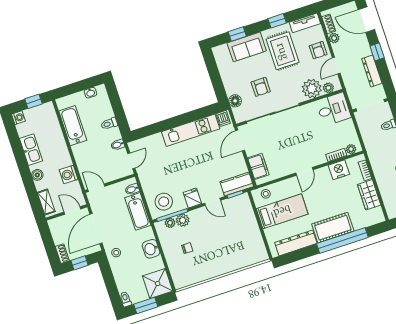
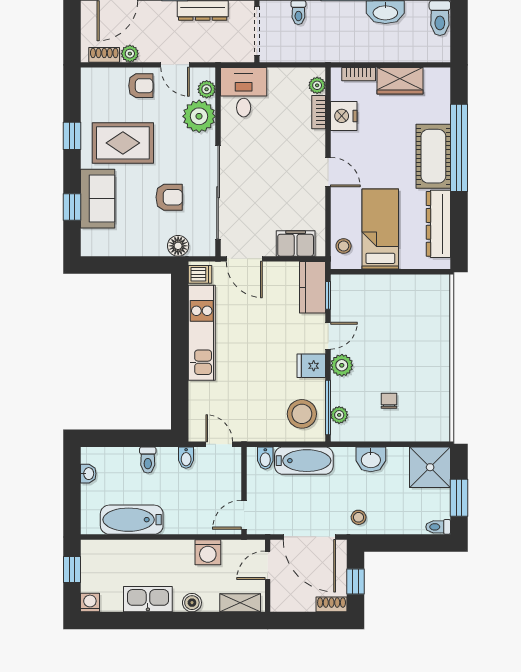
tv unit: (305, 23) -> (90, 92), removed
plant: (183, 220) -> (342, 365), moved

